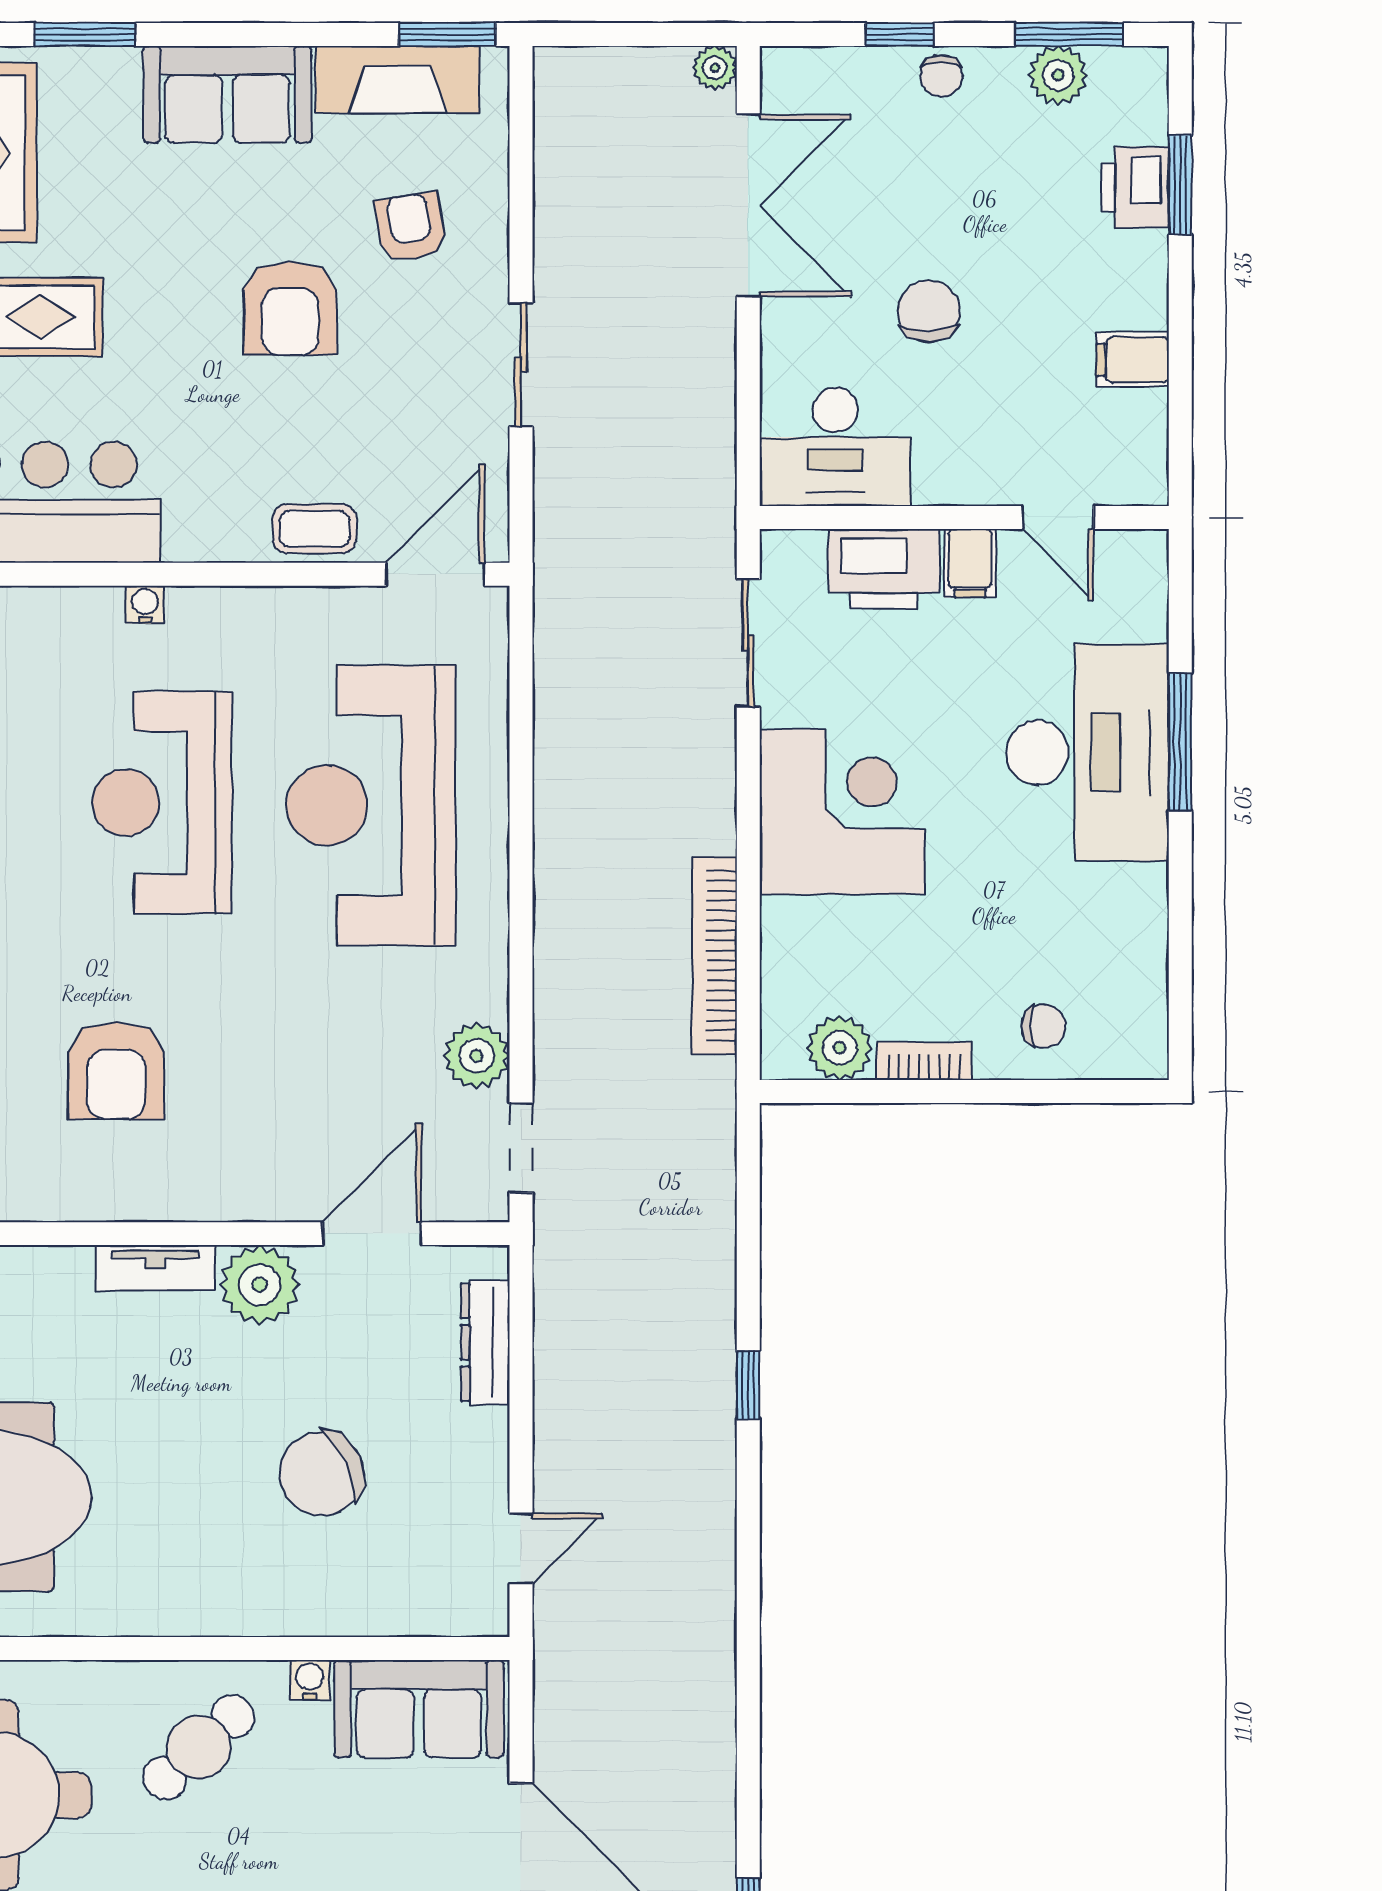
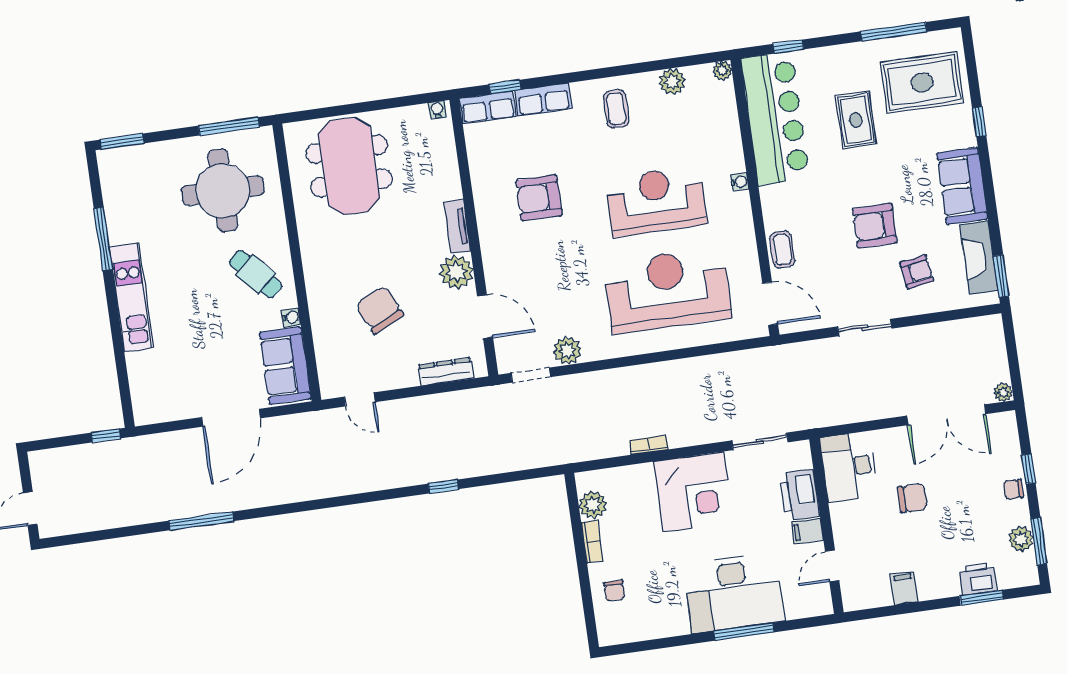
window: (85, 34) -> (979, 122), width x0.67
bookcase: (714, 956) -> (649, 445), width x0.43, depth x0.76

